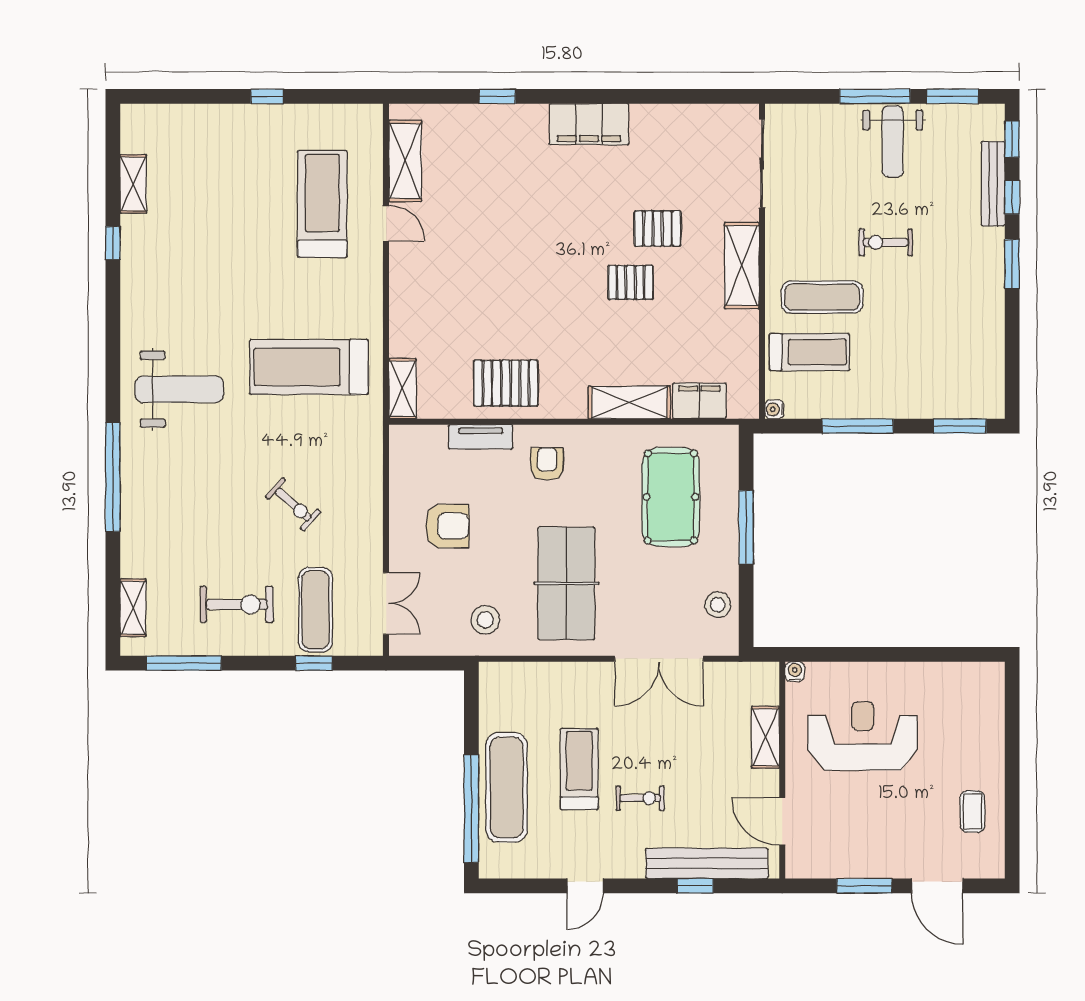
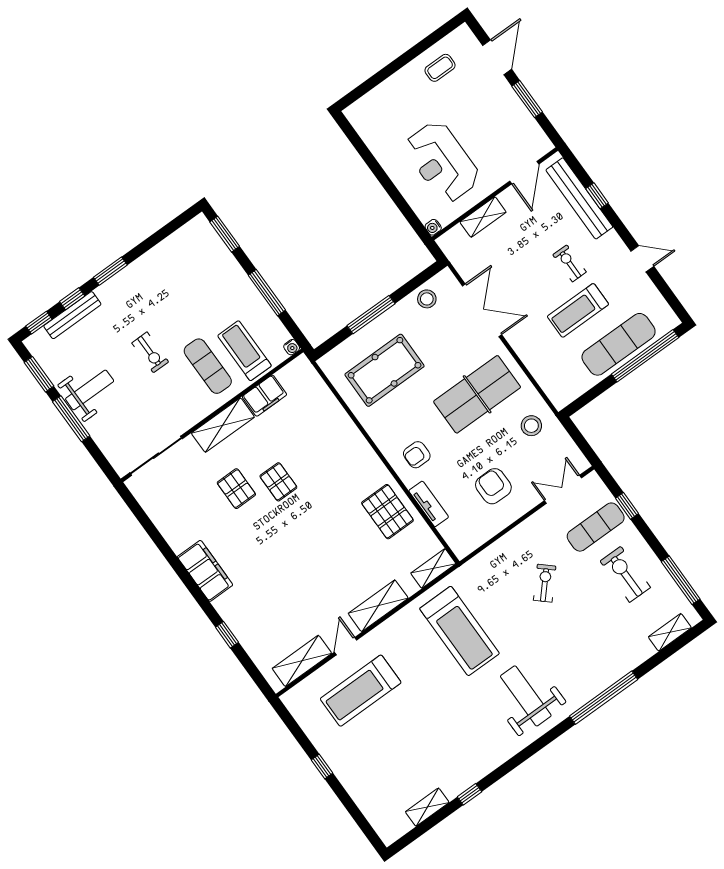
filing cabinet: (699, 401) -> (264, 396), moved, turned -90
shelving: (629, 402) -> (378, 606), moved, turned 90

